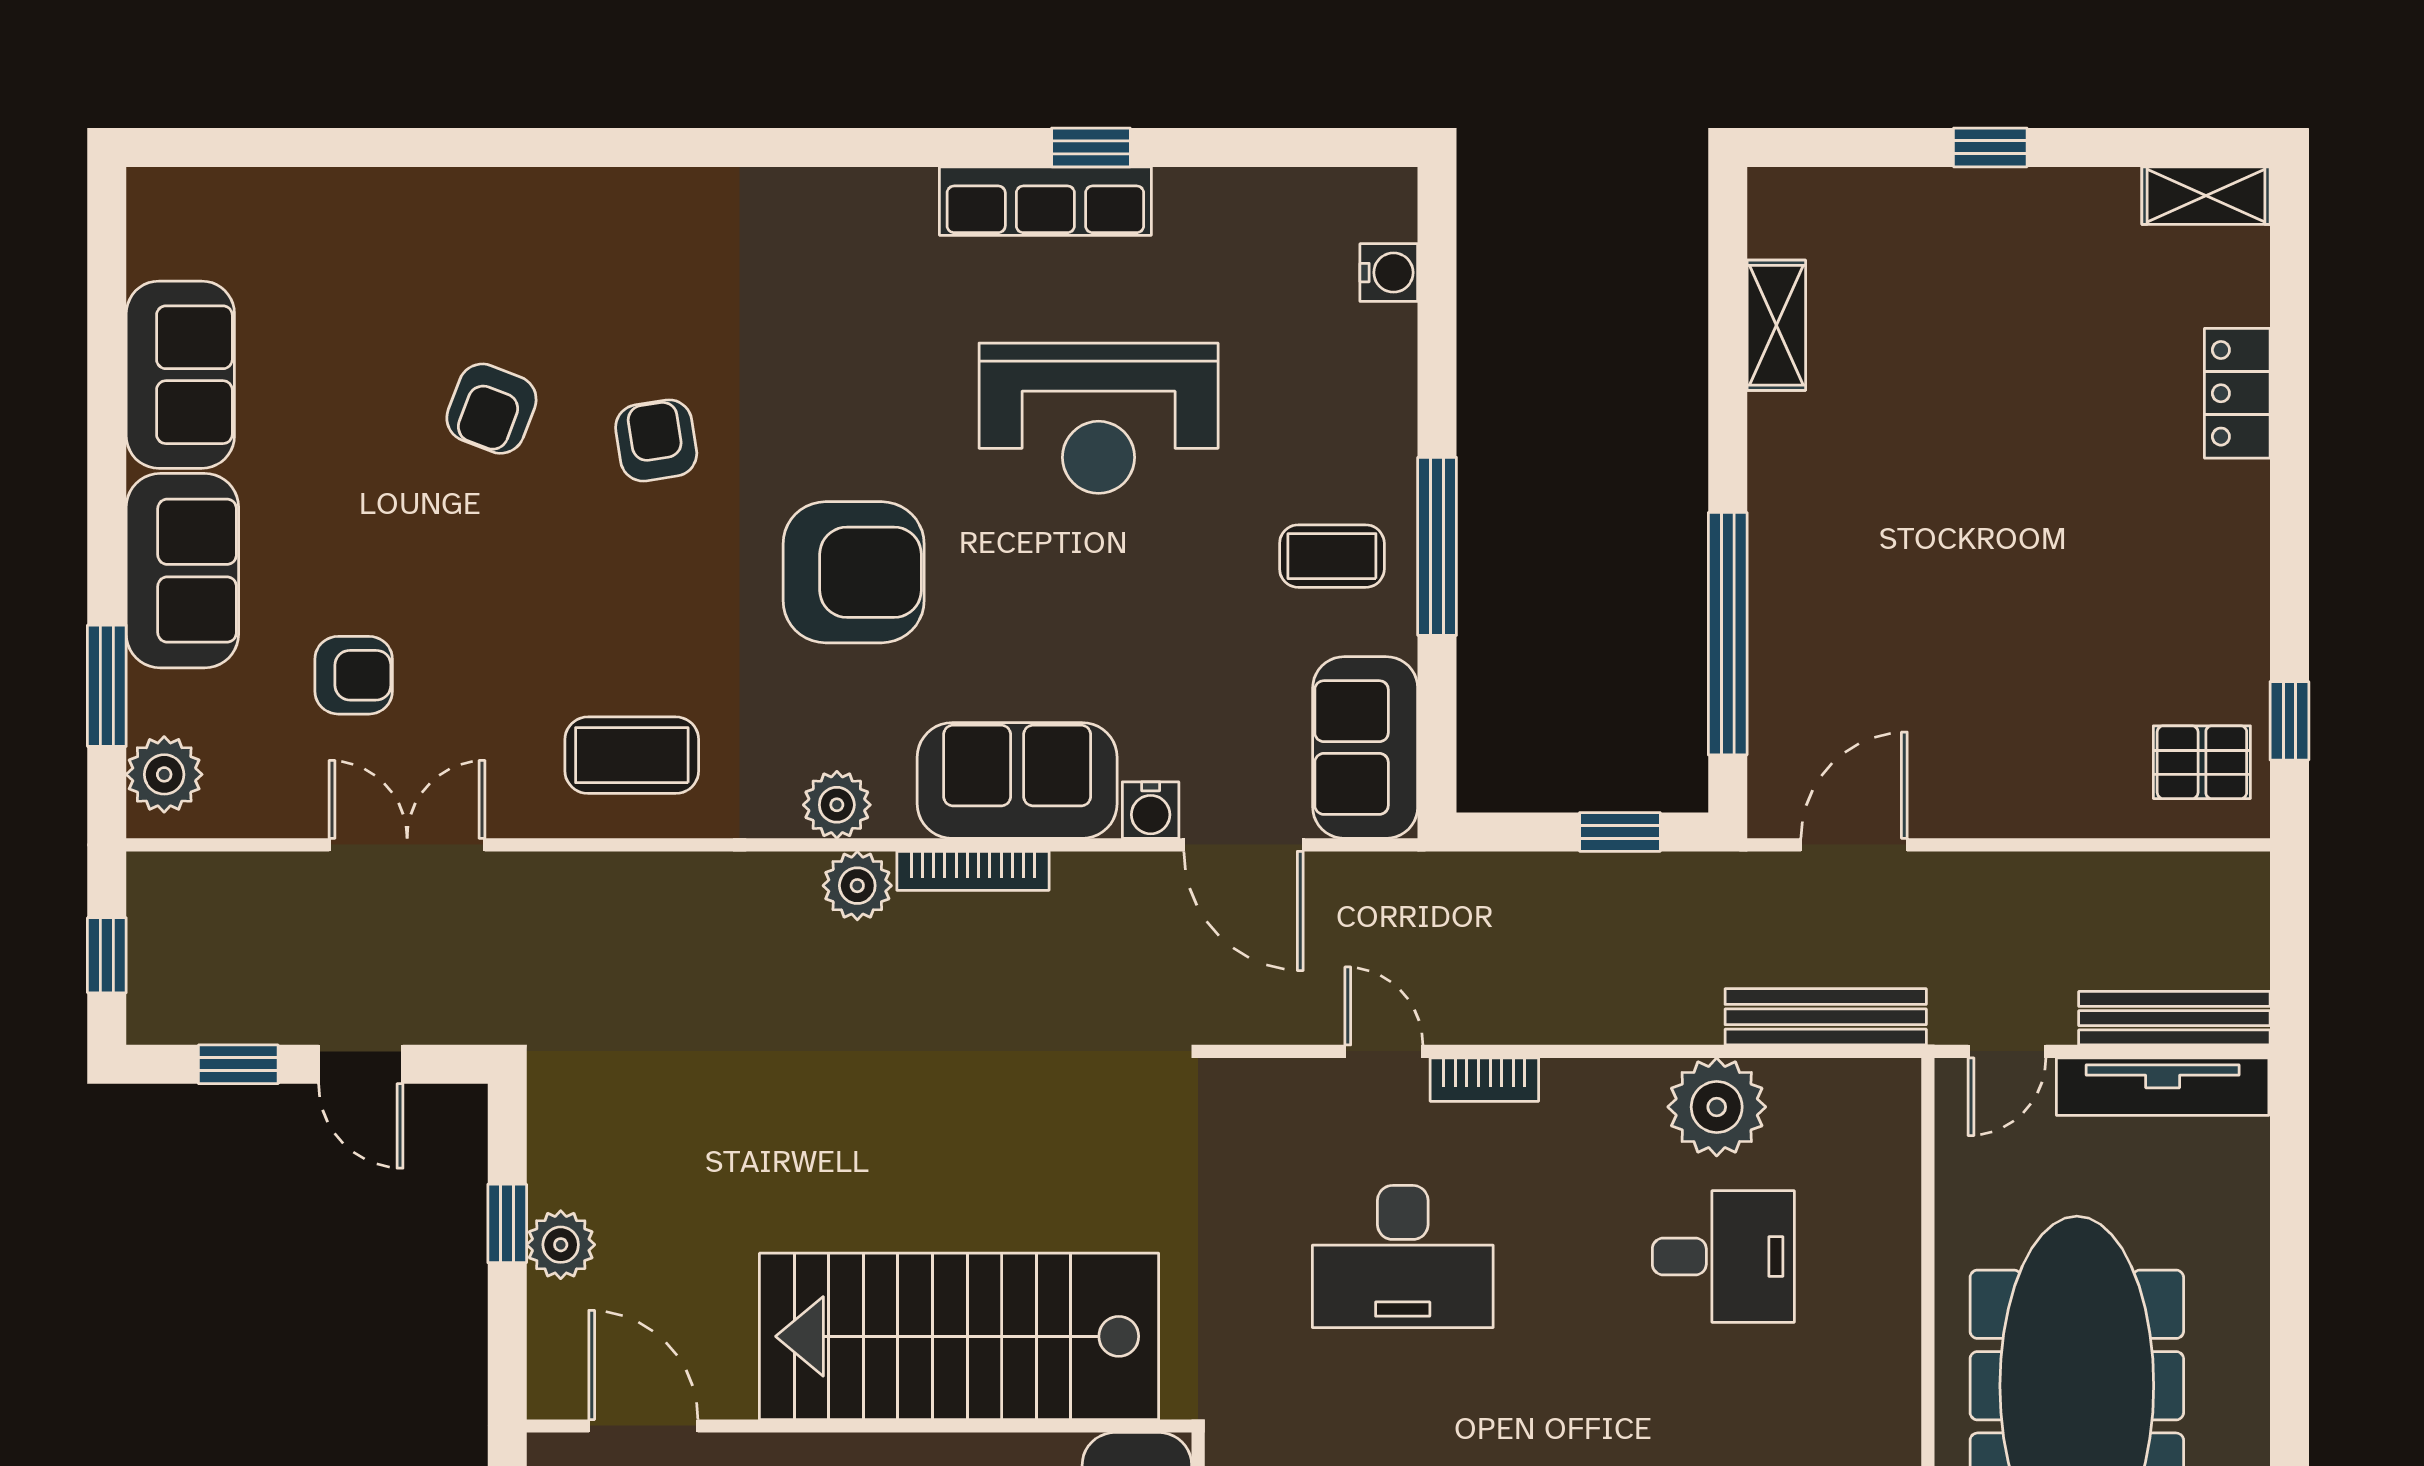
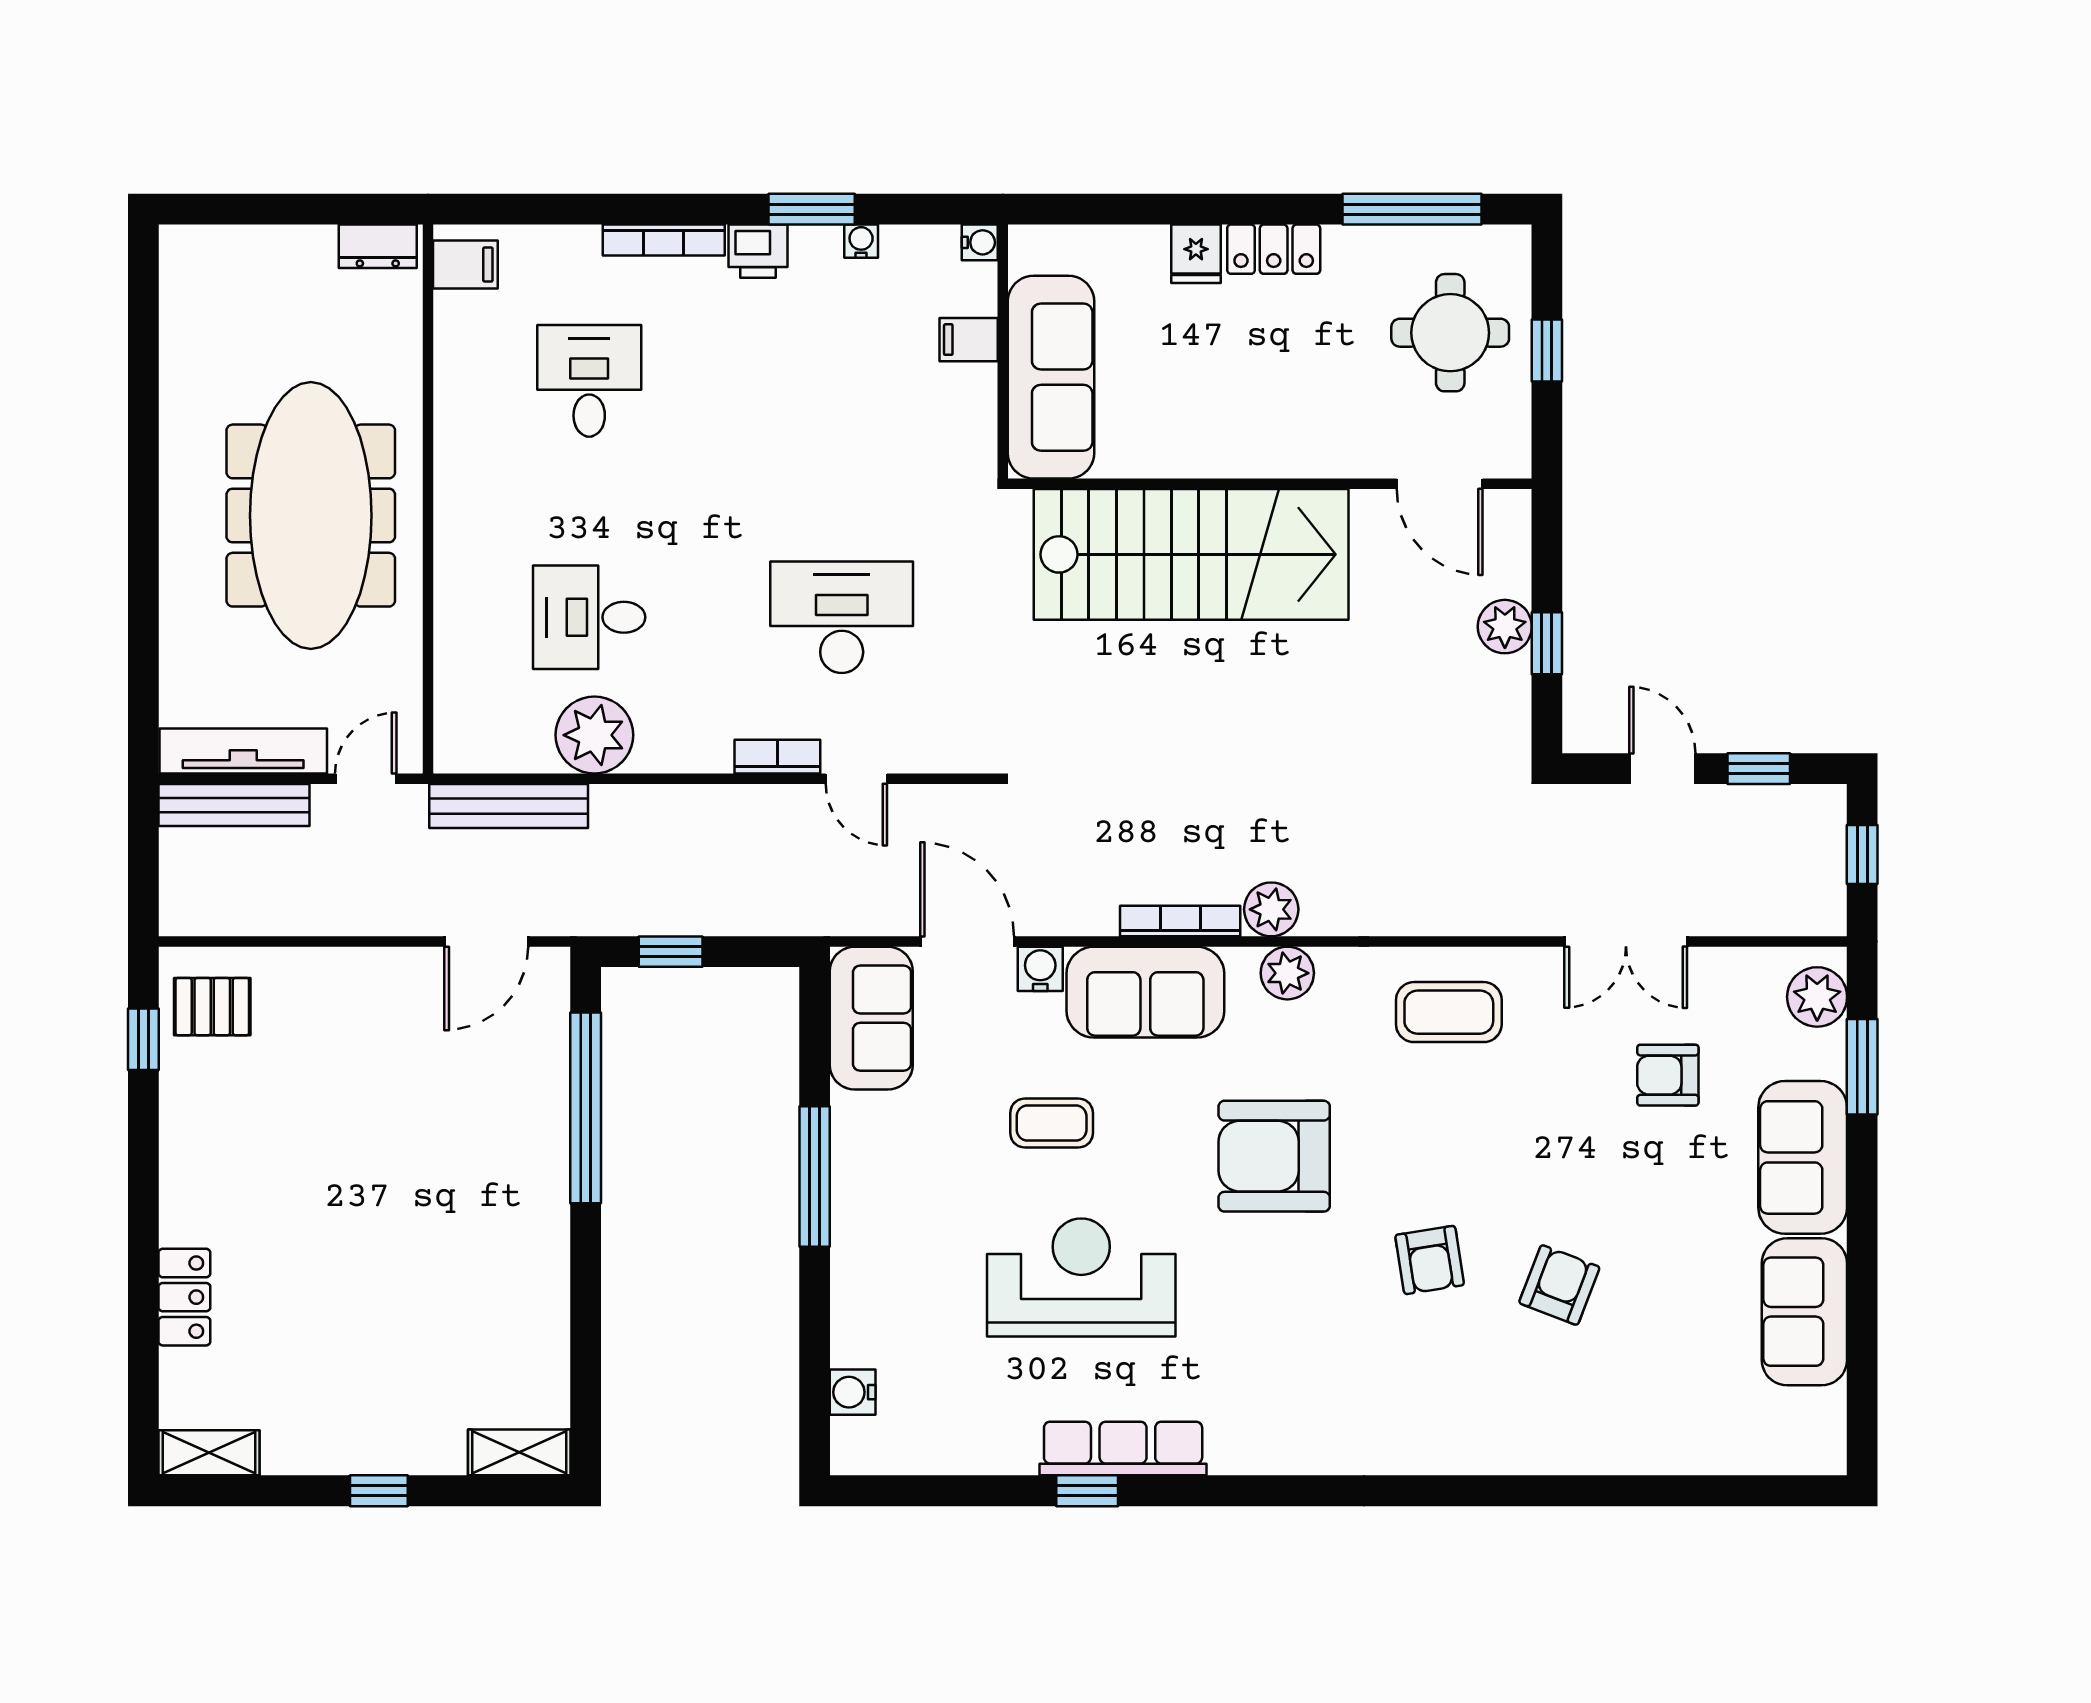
shelving: (1776, 325) -> (519, 1452), moved, turned 90
coffee table: (1332, 556) -> (1052, 1123), moved

